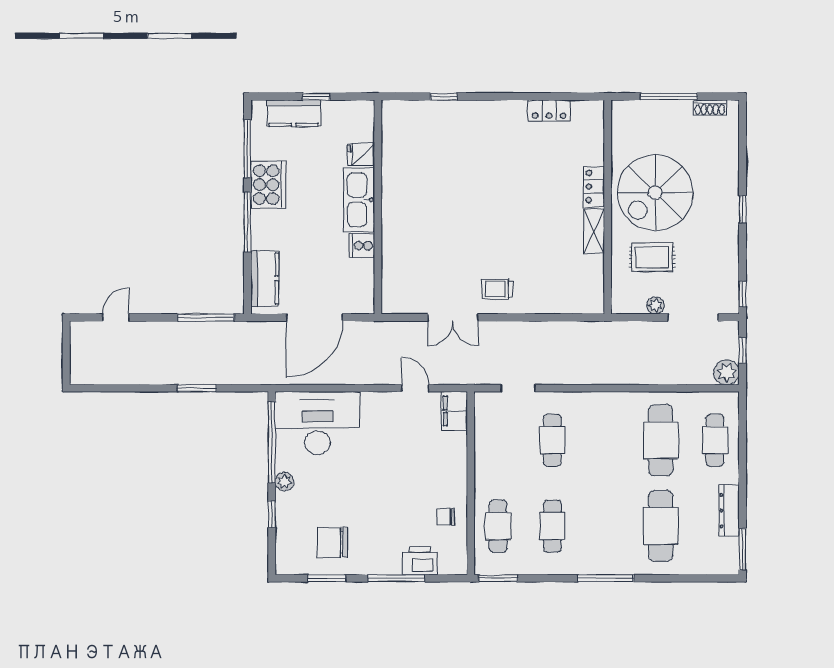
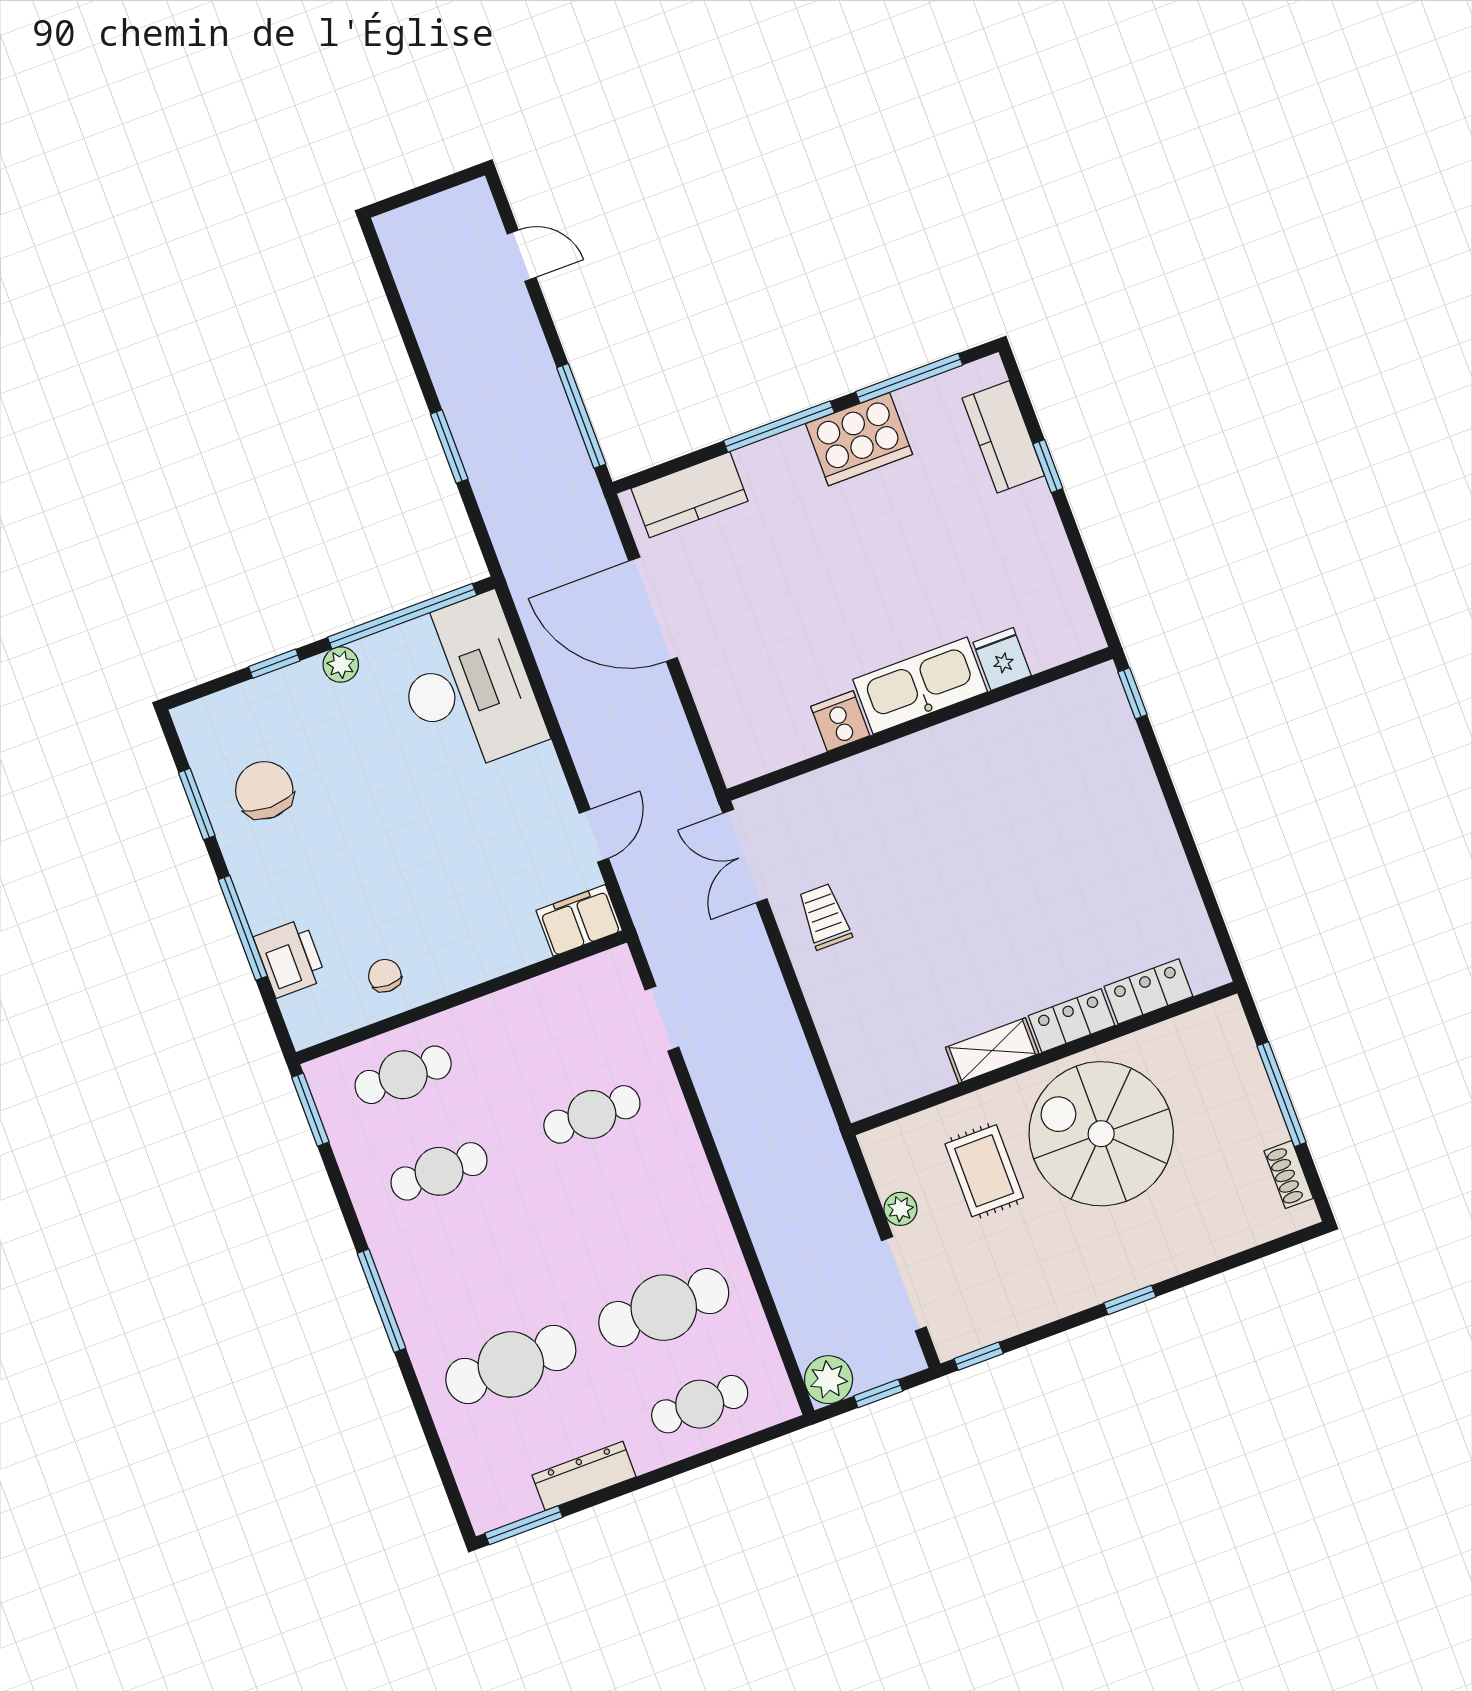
locker: (549, 110) -> (1148, 991), moved, turned 90
fridge: (361, 154) -> (1002, 659), moved
kitchen sink: (359, 200) -> (920, 686), moved
wall: (378, 207) -> (920, 724), moved
cooker: (362, 246) -> (840, 721), moved

